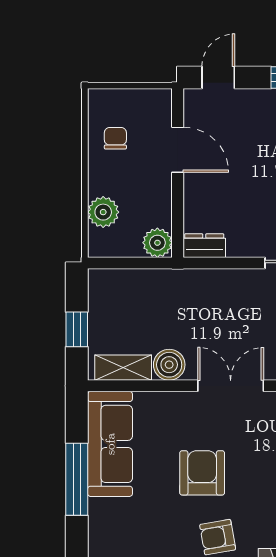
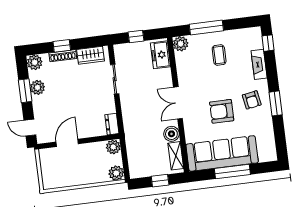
chair: (115, 138) -> (65, 174), removed
plant: (103, 212) -> (116, 173), moved
sofa: (110, 444) -> (222, 153), width x1.36, depth x1.27

